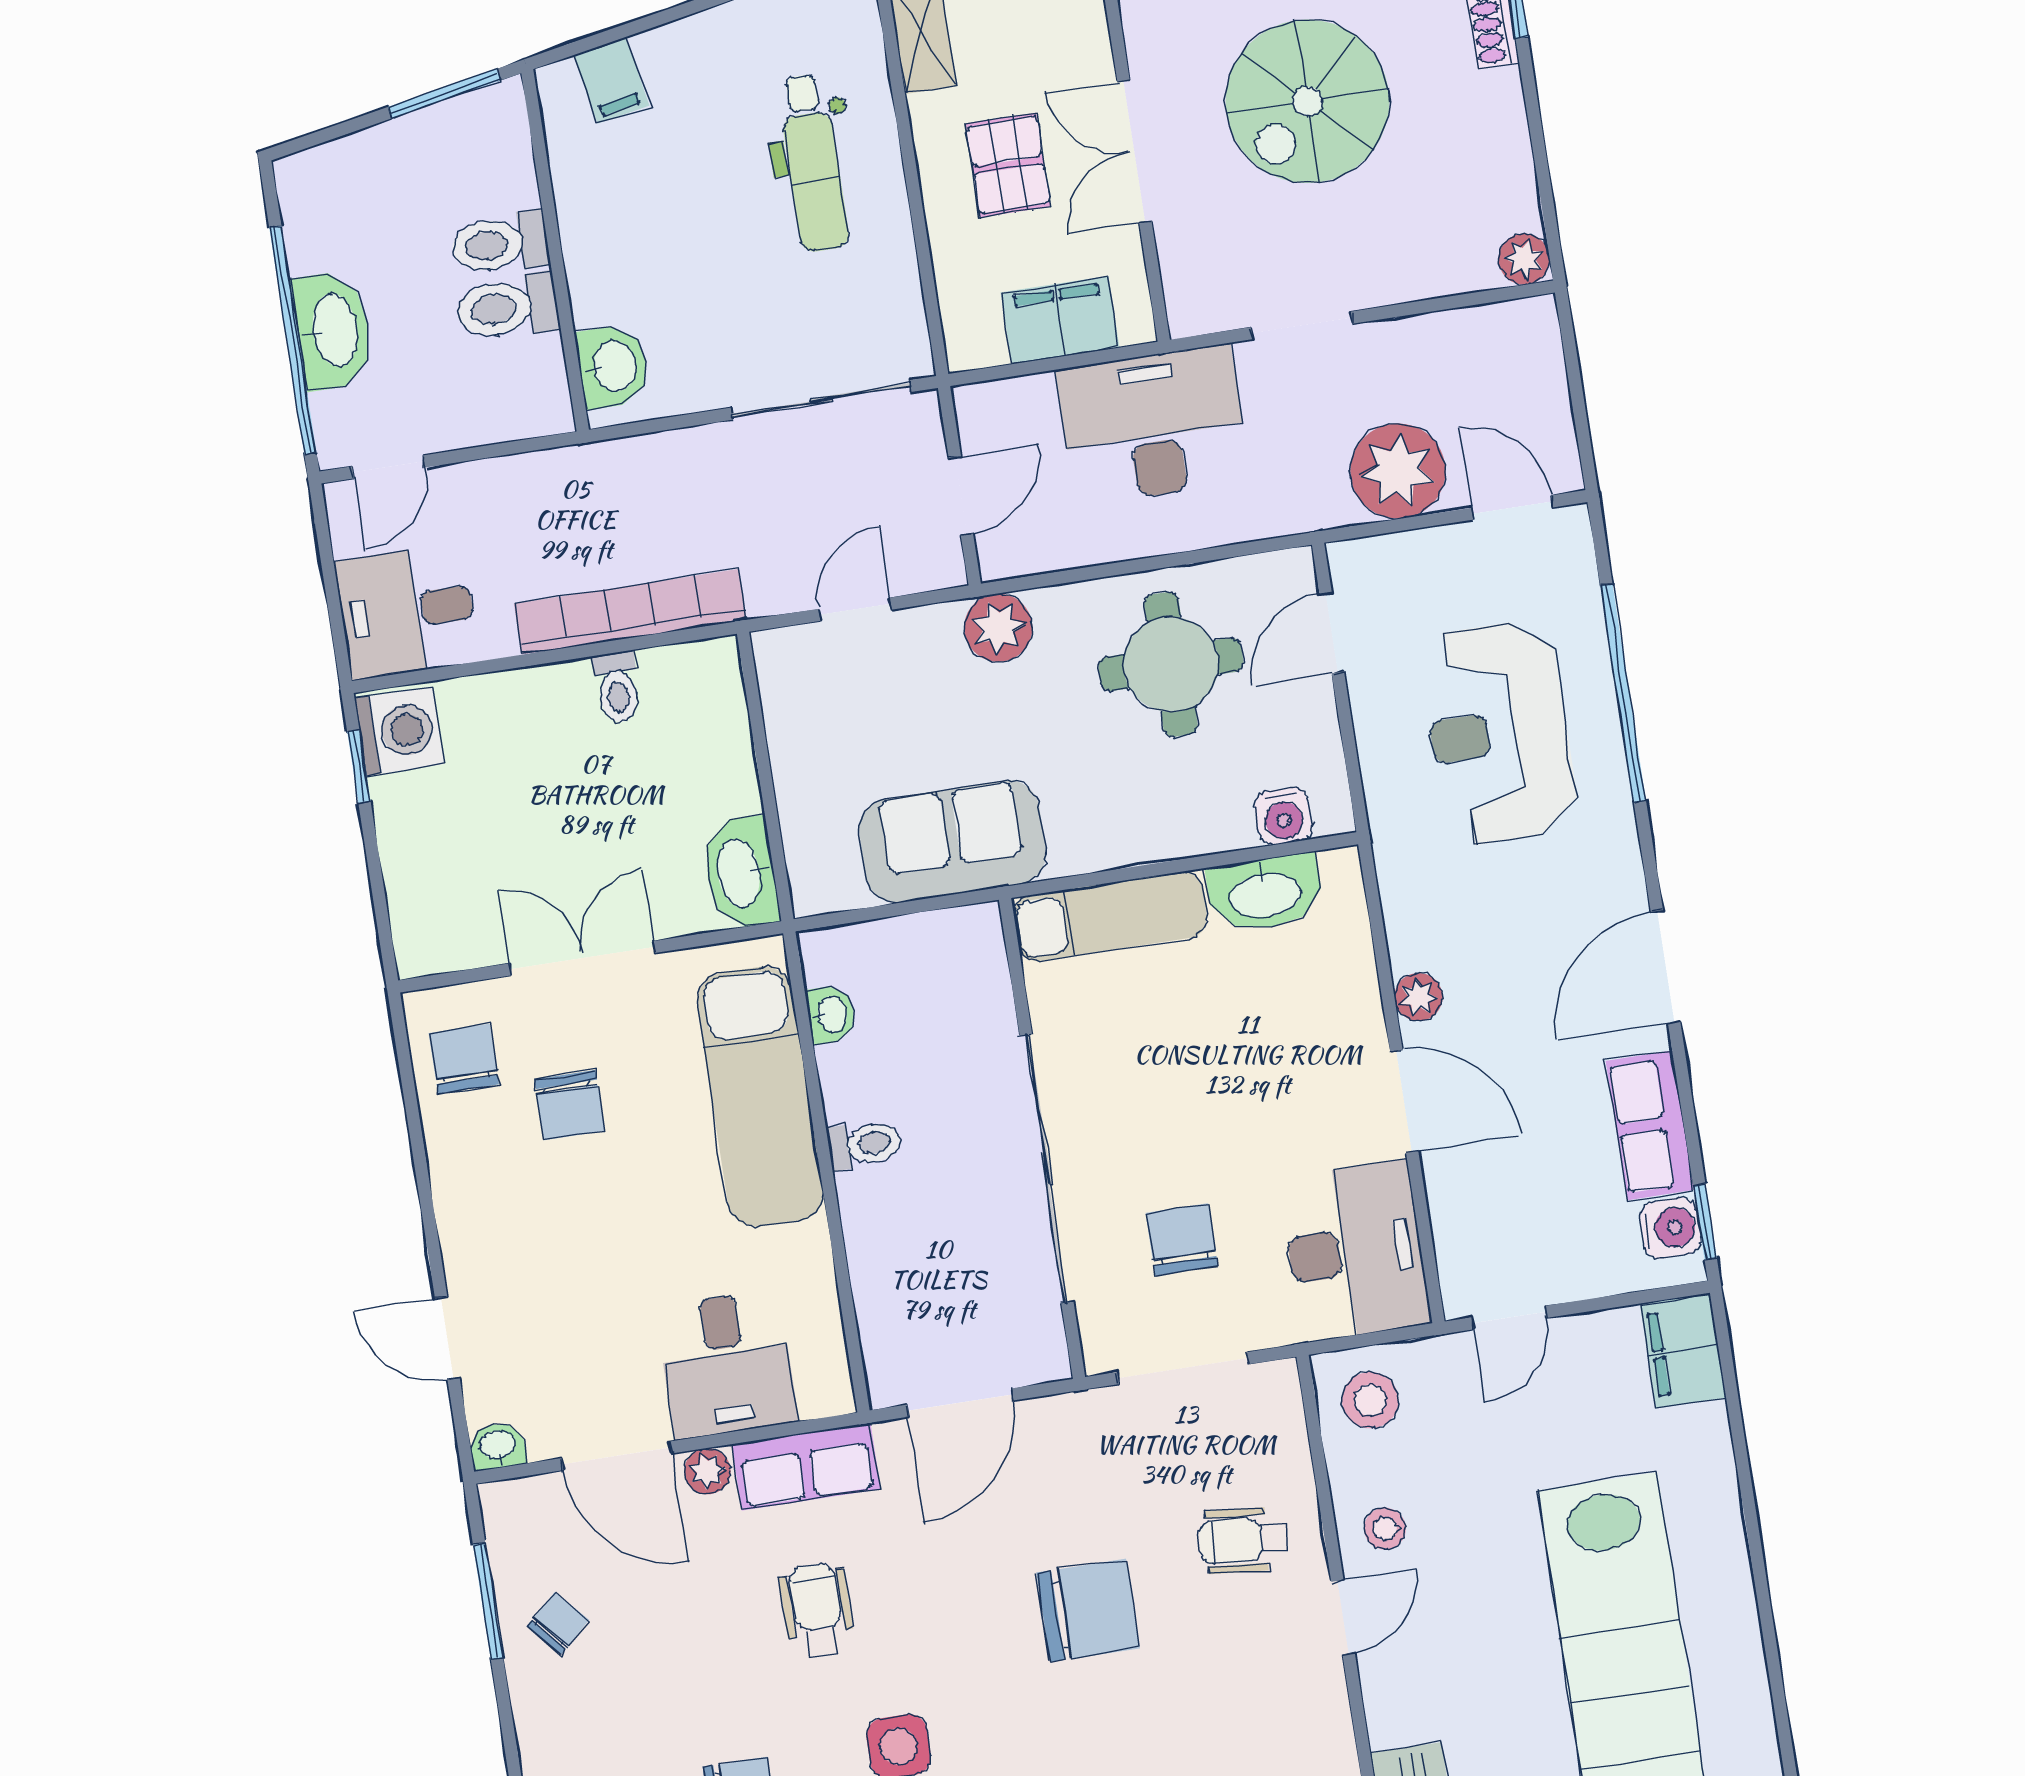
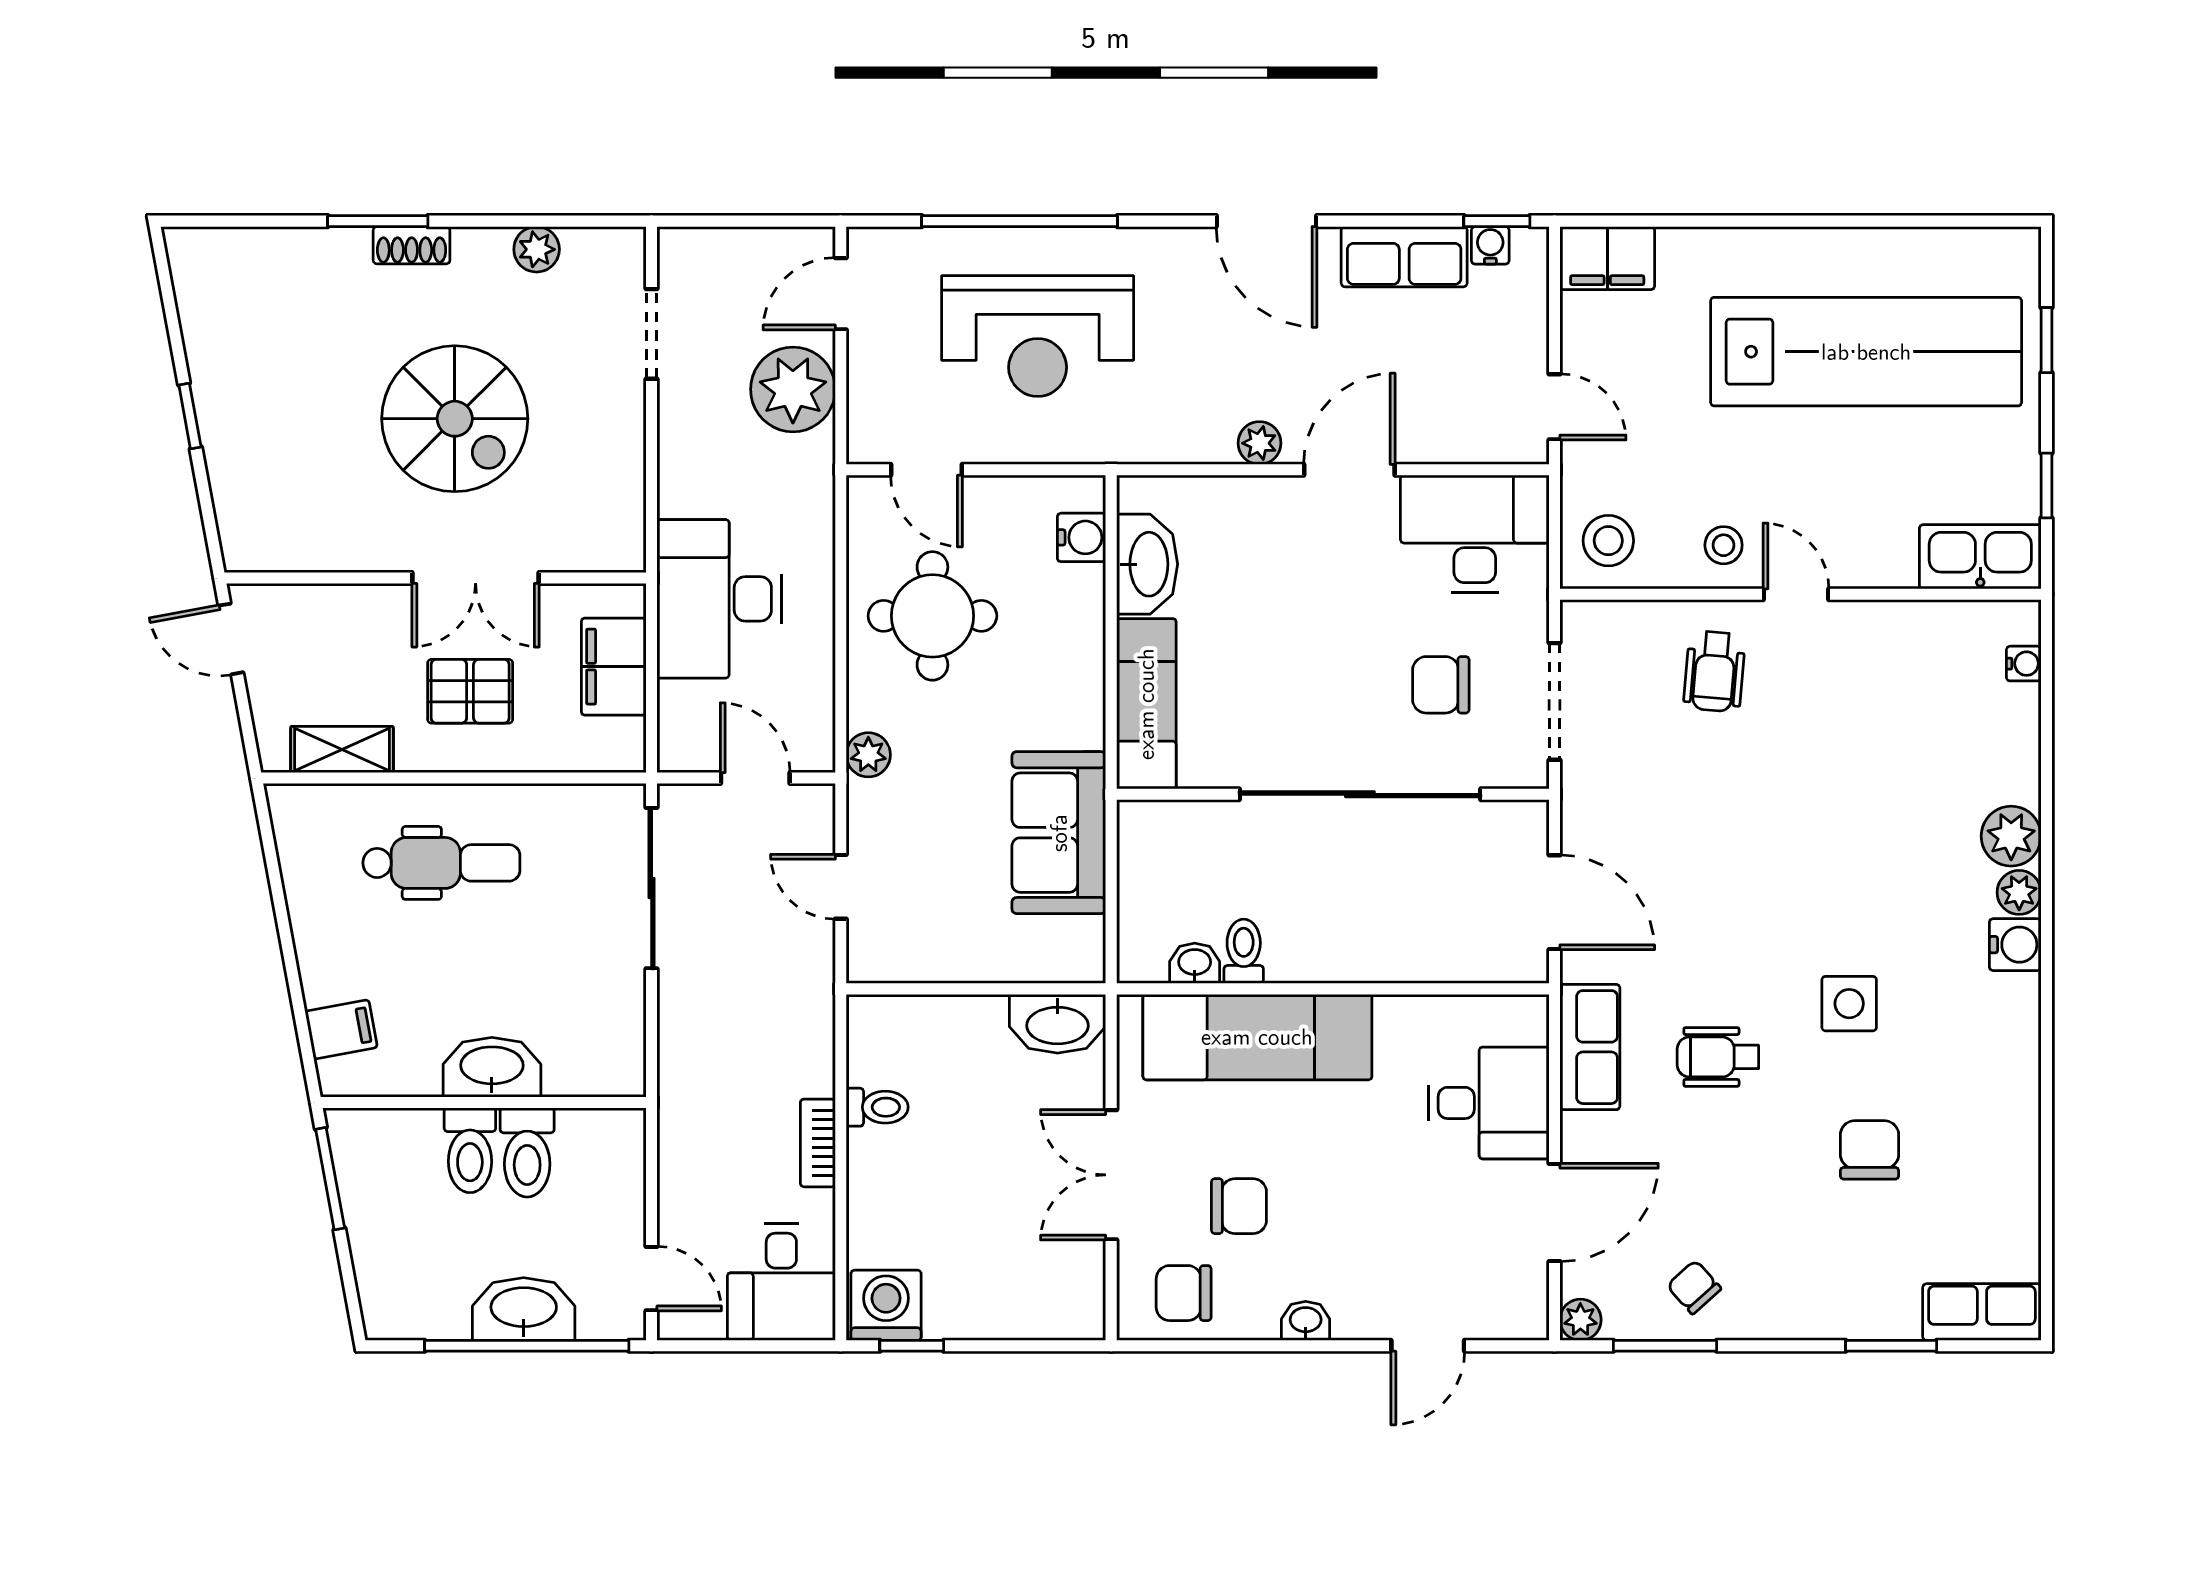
plant: (1524, 259) -> (537, 249), moved
doorway: (1302, 325) -> (652, 334), moved
washbasin: (613, 366) -> (492, 1067), moved, width x1.38
bookcase: (630, 612) -> (818, 1143), width x0.43, depth x0.76
plant: (998, 628) -> (868, 755), width x0.73, depth x0.73
toilet: (865, 1144) -> (1244, 951), moved
water cooler: (1670, 1228) -> (1490, 245), width x0.72, depth x0.72
washbasin: (498, 1446) -> (1306, 1321), moved, turned 90
plant: (707, 1471) -> (1580, 1320), moved
chair: (1088, 1610) -> (1755, 818), removed

